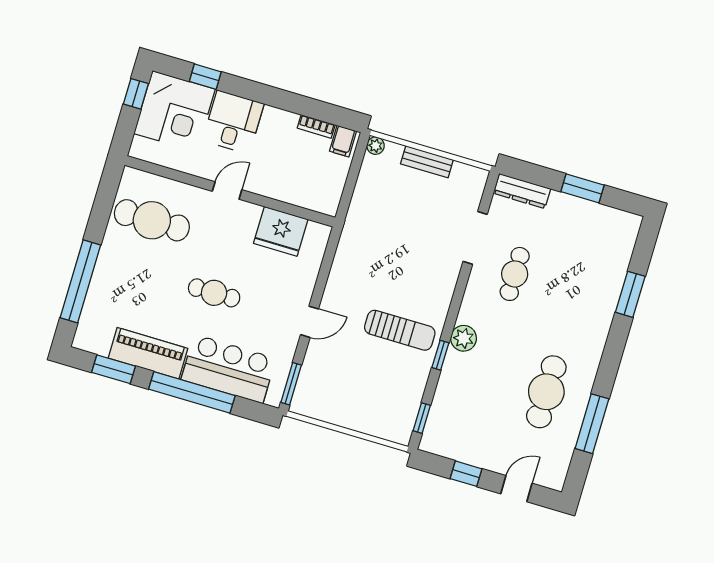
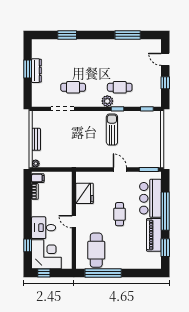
dresser: (522, 191) -> (36, 71), moved
window: (80, 281) -> (103, 273), moved
cafe table: (546, 392) -> (120, 87), moved, width x0.73, depth x0.74

